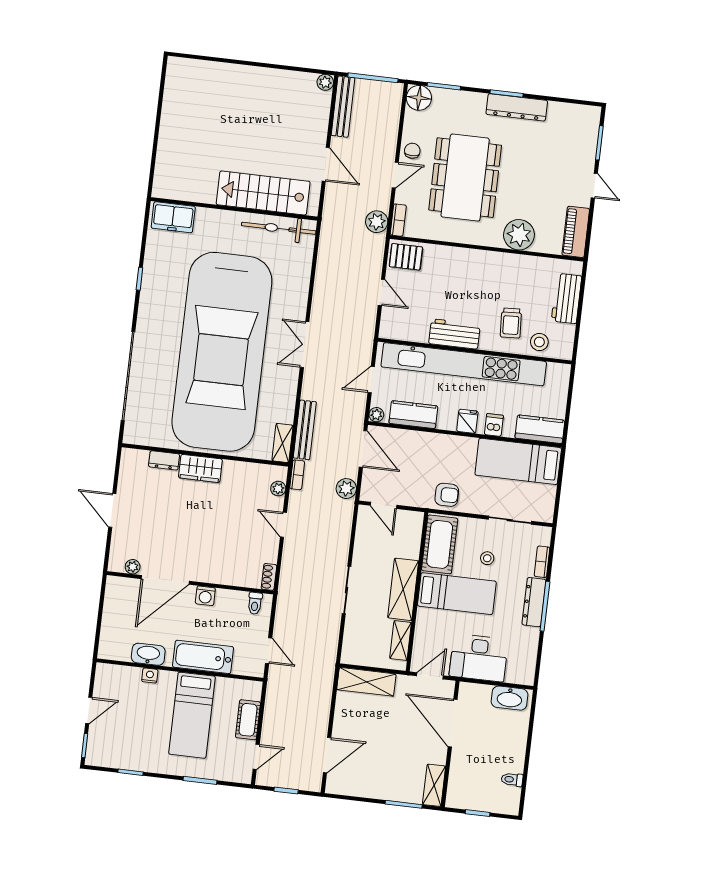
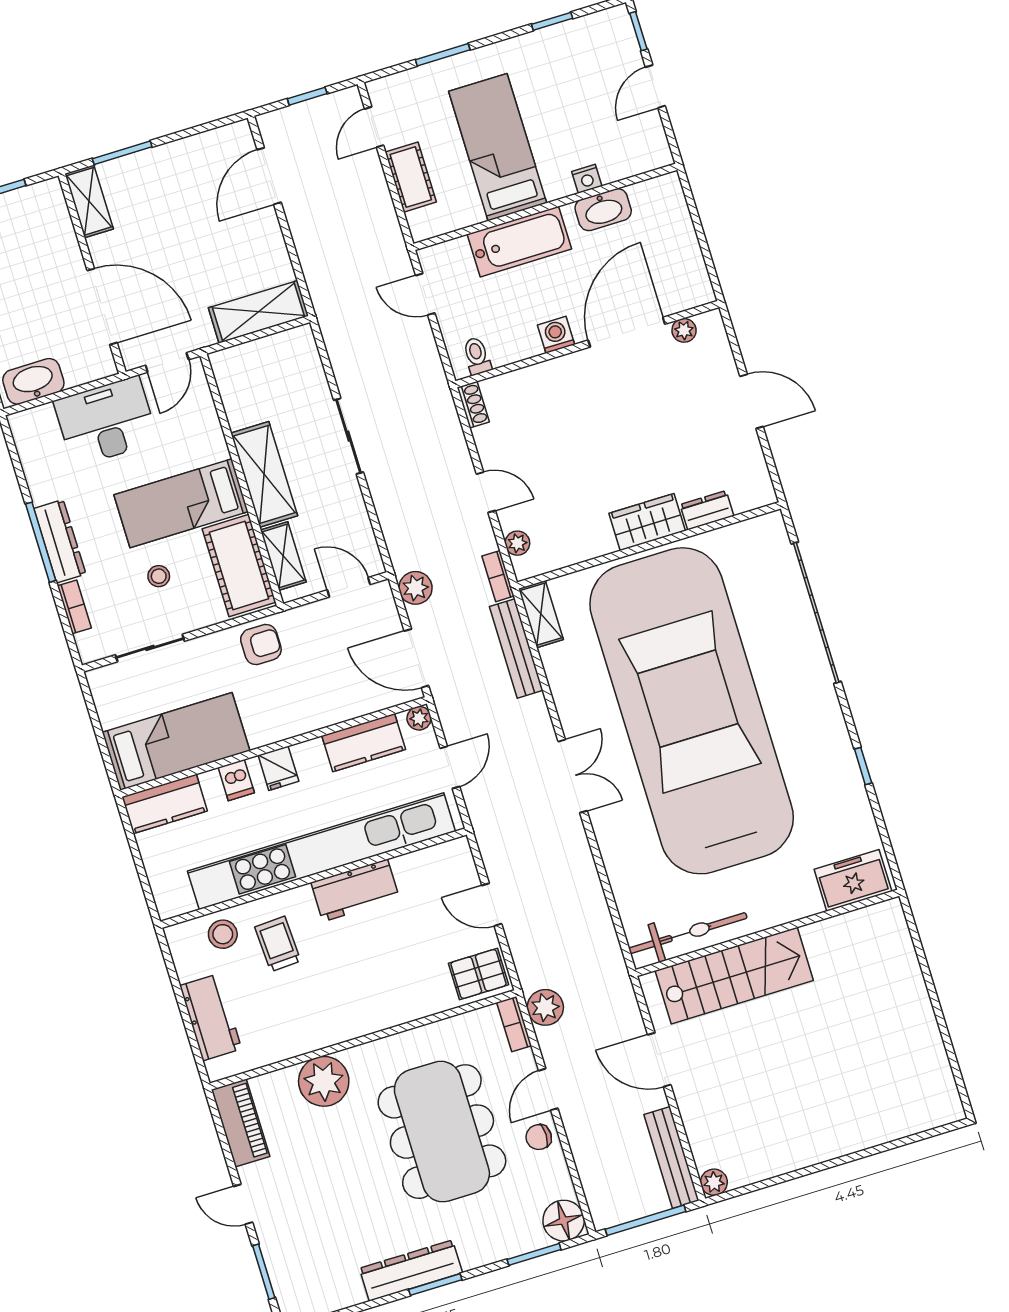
chair: (412, 151) -> (539, 1137), turned 90
armchair: (447, 495) -> (261, 644), turned 180
shelving: (401, 641) -> (283, 556), moved

